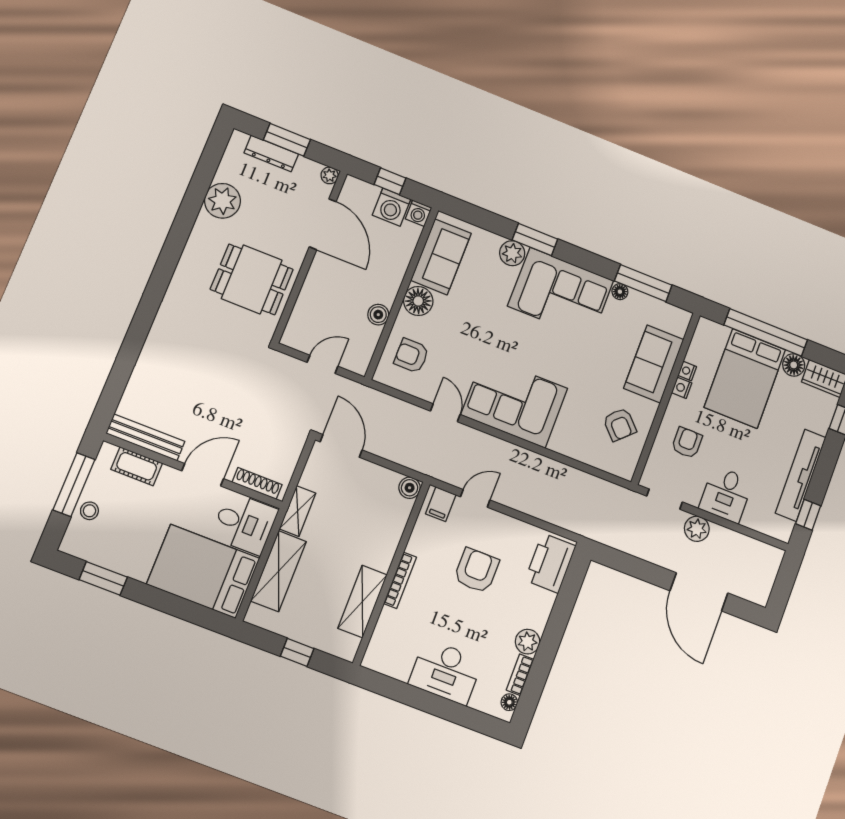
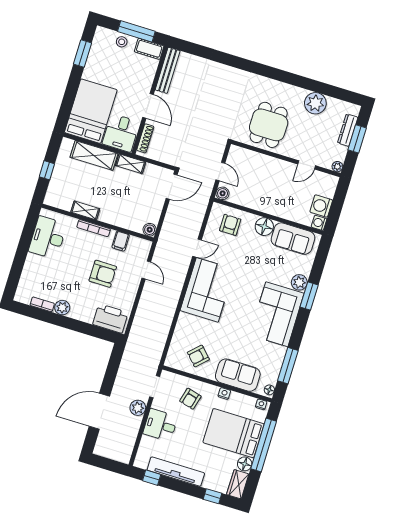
window: (390, 181) -> (337, 204), removed
door: (323, 224) -> (307, 165), width x0.53
floor lamp: (620, 292) -> (269, 390), moved
boiler: (378, 315) -> (223, 193), moved
nightstand: (687, 371) -> (261, 404), moved
armchair: (687, 443) -> (190, 399), turned 105
cot: (137, 466) -> (149, 49), moved, turned 90
filing cabinet: (441, 504) -> (121, 241), moved, turned -90
shelving: (362, 602) -> (85, 210), width x0.67, depth x0.75
desk: (446, 672) -> (48, 238), moved
floor lamp: (509, 702) -> (26, 299), removed

